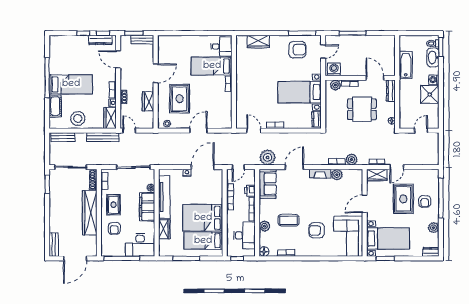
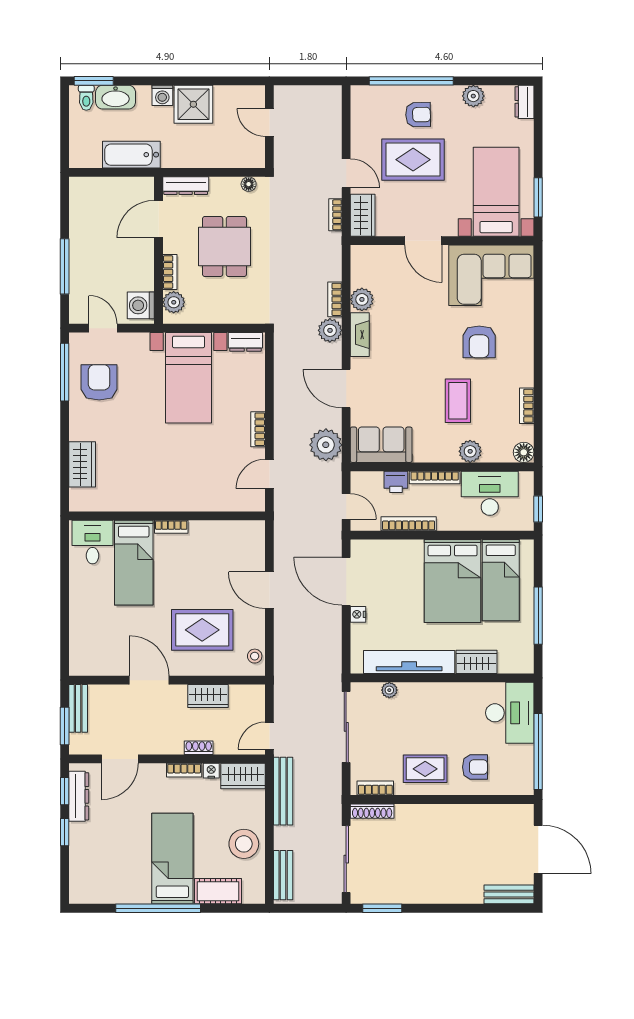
plant: (352, 159) -> (330, 330), moved
filing cabinet: (147, 207) -> (429, 698), removed
wardrobe: (90, 213) -> (442, 819), removed

